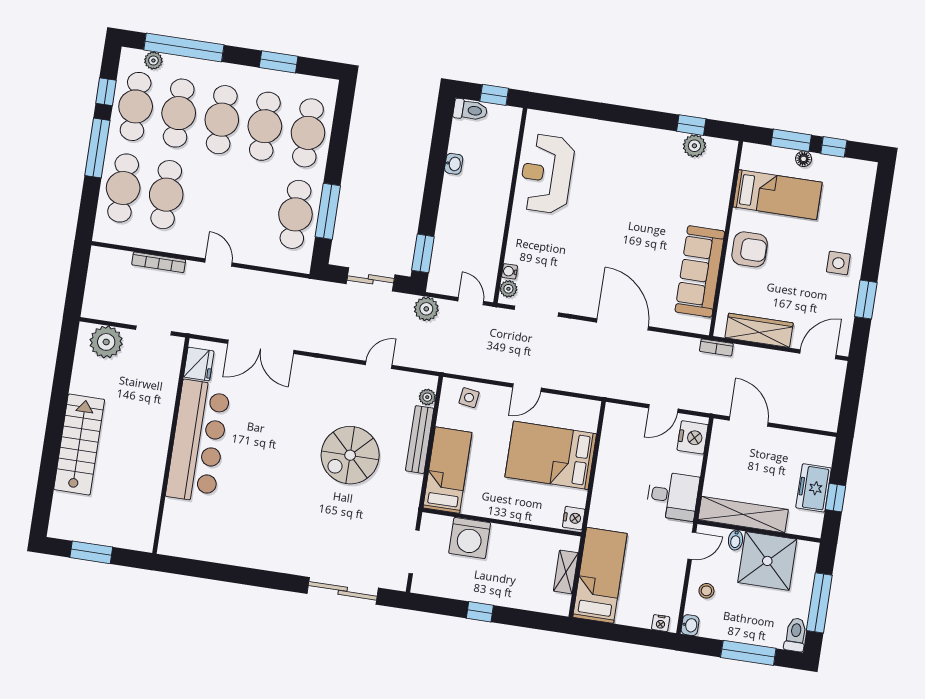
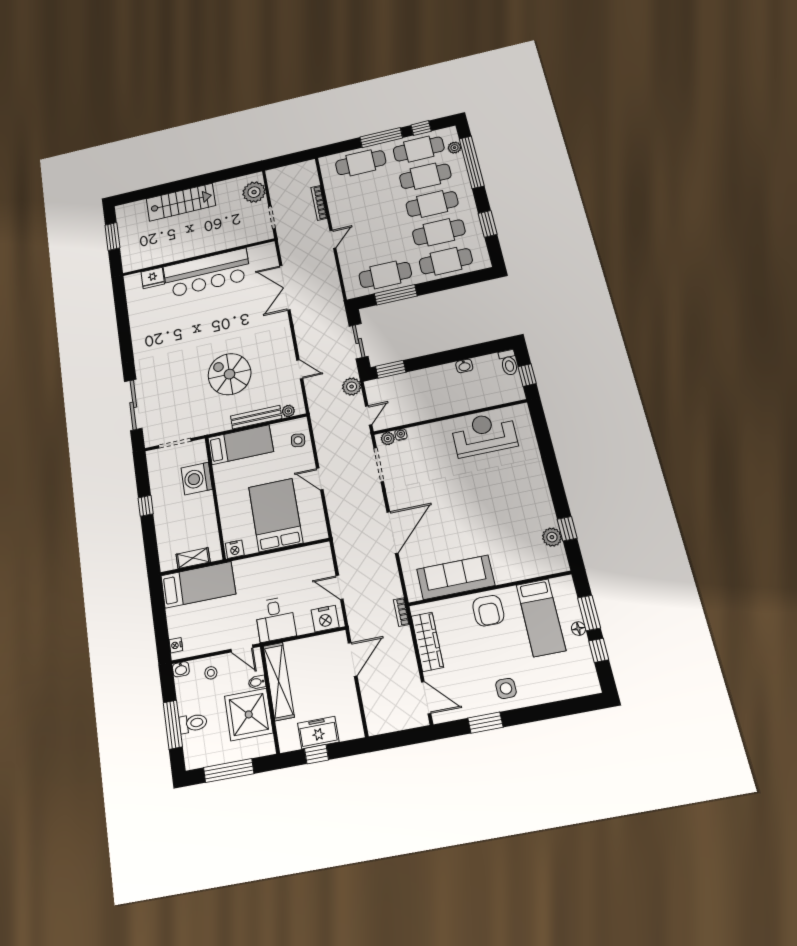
cafe table: (166, 195) -> (367, 190), removed
fridge: (199, 364) -> (153, 278), moved
toilet: (795, 635) -> (193, 723), moved

